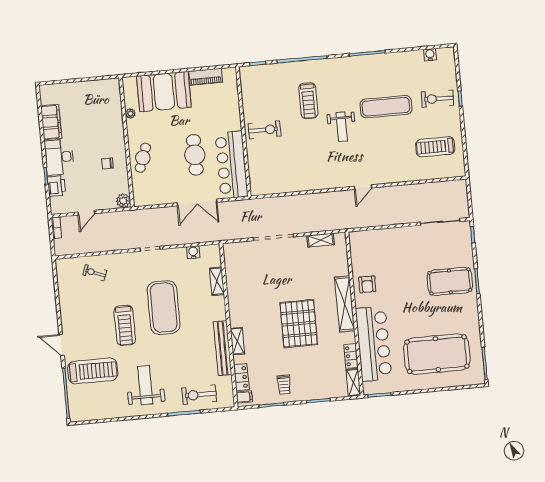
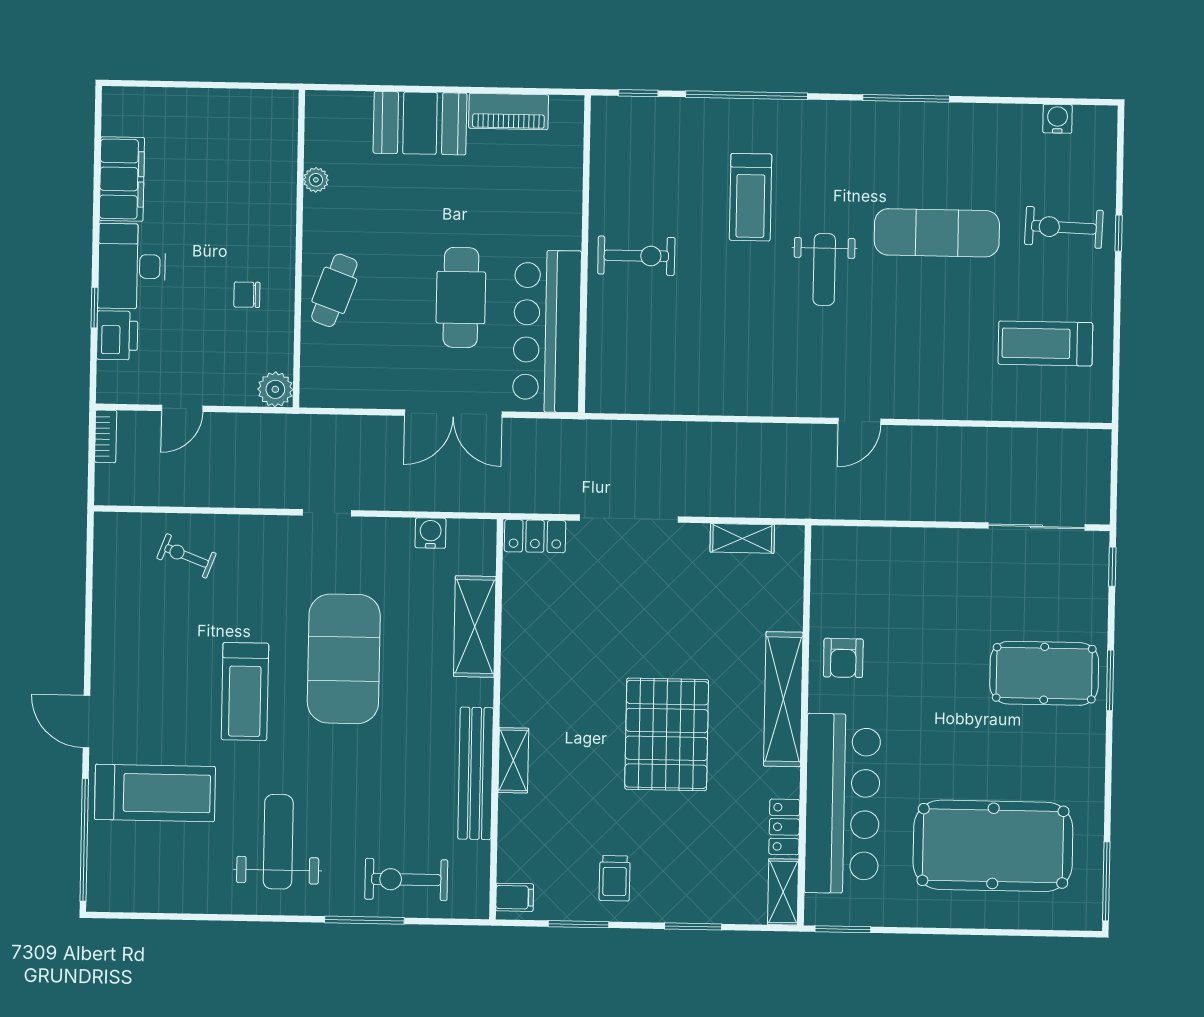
booth: (164, 92) -> (420, 123), width x0.73, depth x0.70
shelving: (217, 281) -> (475, 626), width x1.50, depth x1.33
locker: (241, 377) -> (535, 536), moved, turned 90

